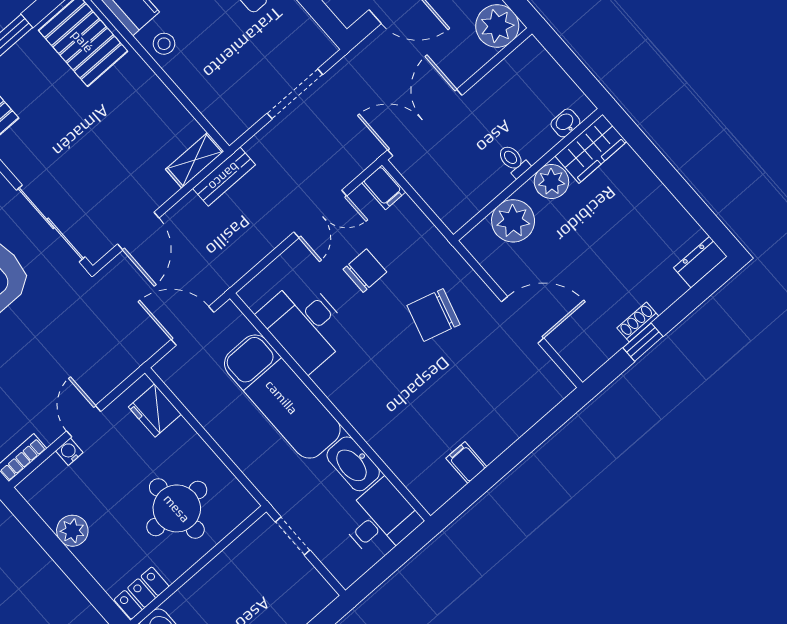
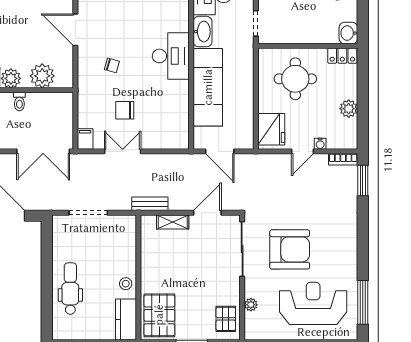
shelving: (195, 160) -> (173, 222), moved
chair: (434, 315) -> (112, 65), width x0.54, depth x0.54
desk: (305, 324) -> (171, 56), moved
fridge: (155, 411) -> (271, 129), width x1.36, depth x1.34

